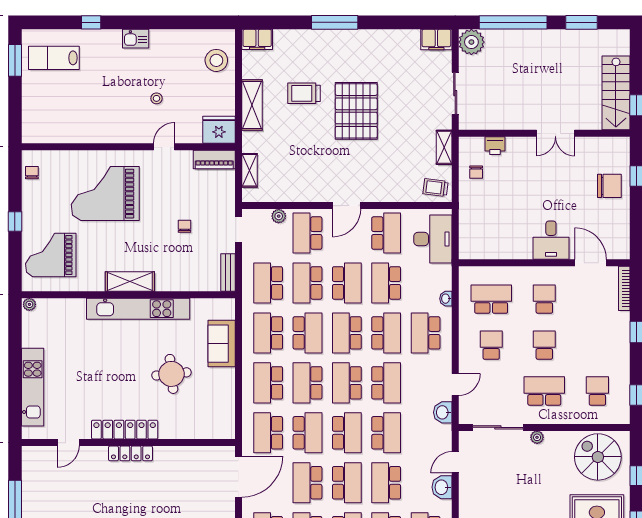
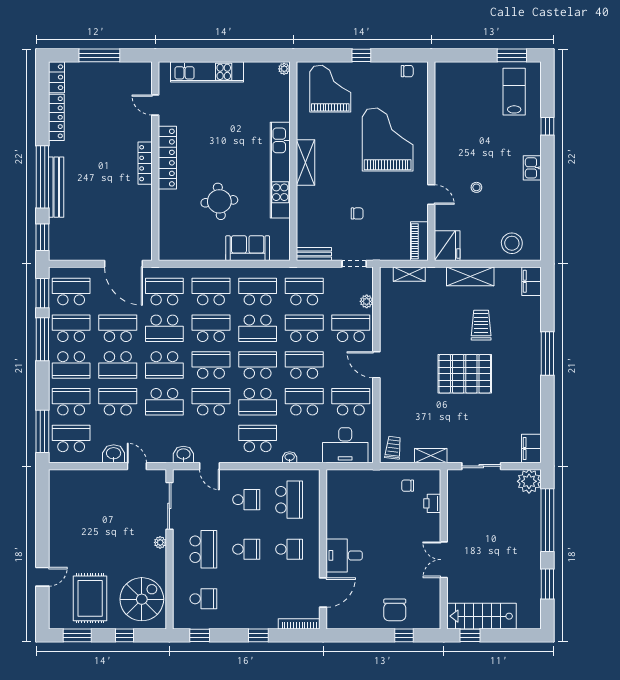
school desk: (386, 233) -> (351, 402), turned 180
school desk: (347, 283) -> (304, 365), turned 180
school desk: (386, 383) -> (211, 402), turned 180

